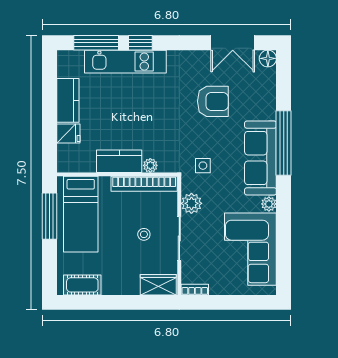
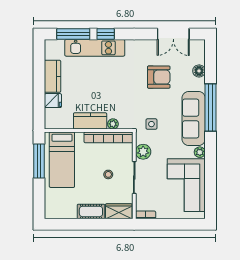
floor lamp: (268, 58) -> (199, 71), moved
cot: (82, 285) -> (91, 211), moved

